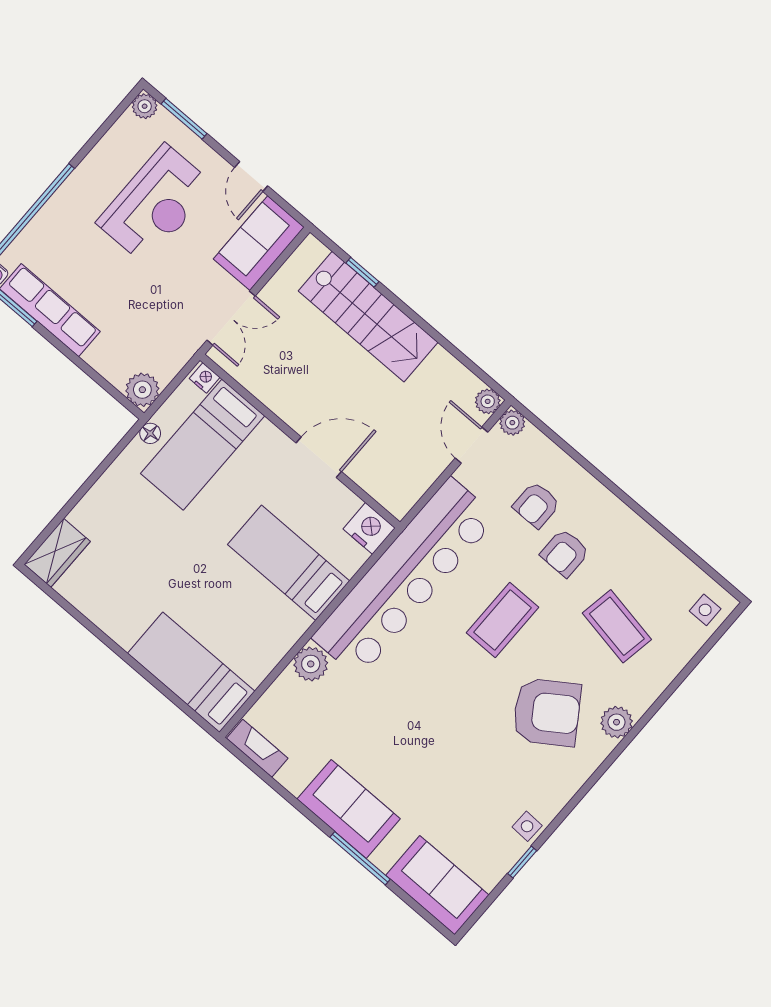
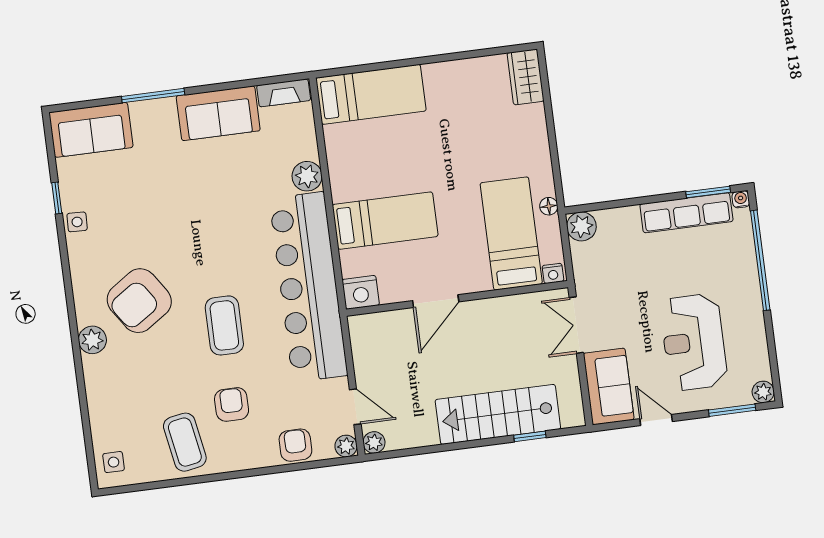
armchair: (536, 505) -> (295, 445), moved
coffee table: (617, 626) -> (185, 442), moved, turned 70
sofa: (349, 809) -> (218, 113), moved

